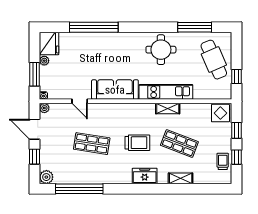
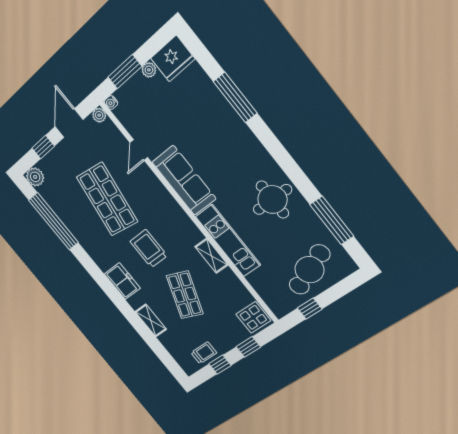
window: (94, 27) -> (235, 97), width x0.68
trolley: (137, 143) -> (149, 249), turned 180
shop shelf: (92, 144) -> (107, 199), width x1.43, depth x1.36

